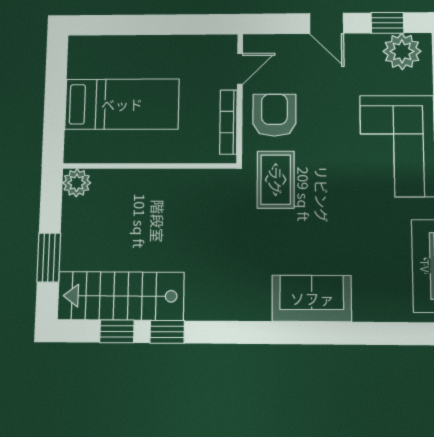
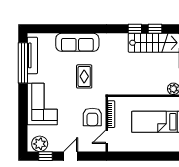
door: (327, 23) -> (71, 156), hinge flipped
rug: (276, 180) -> (84, 76), moved
sofa: (312, 298) -> (77, 42), width x1.36

